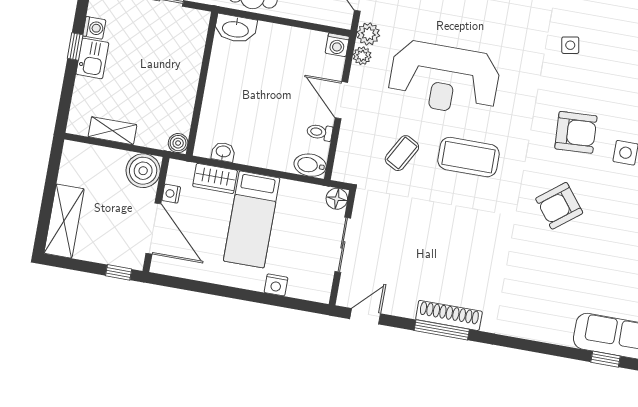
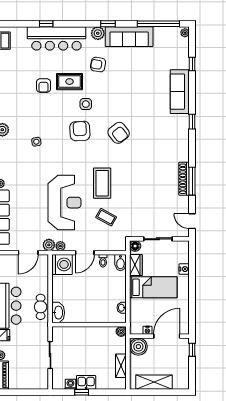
washing machine: (337, 45) -> (62, 264), width x1.89, depth x1.89
wardrobe: (215, 178) -> (136, 265), moved
shelving: (64, 221) -> (154, 382), moved
window: (605, 359) -> (192, 122), moved

